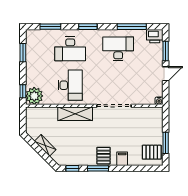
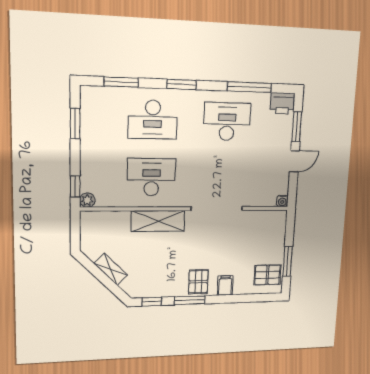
desk: (70, 85) -> (151, 177), turned -90
plant: (34, 96) -> (87, 200), width x0.53, depth x0.53

